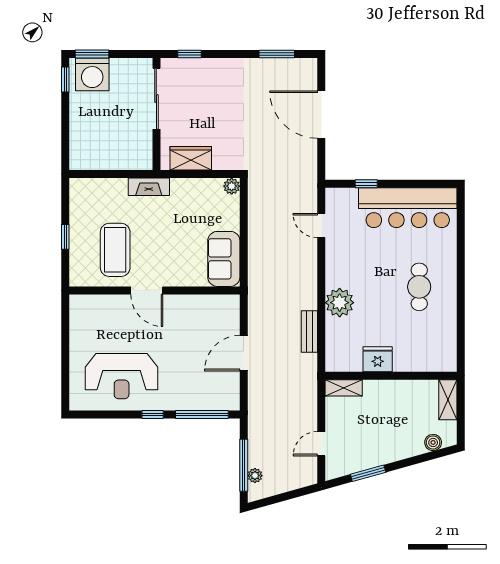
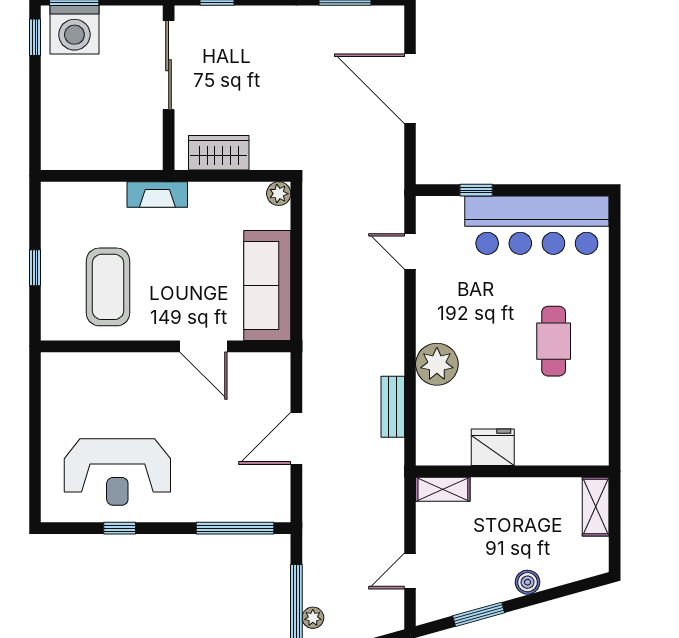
sofa: (224, 259) -> (267, 286), width x1.36
door: (147, 290) -> (204, 346), moved
window: (153, 414) -> (120, 528), moved
boiler: (433, 442) -> (528, 582), moved

